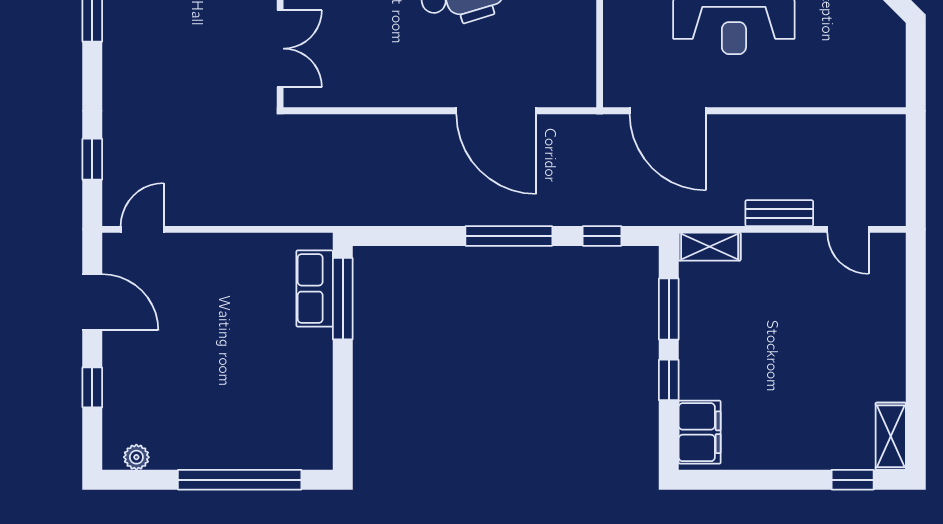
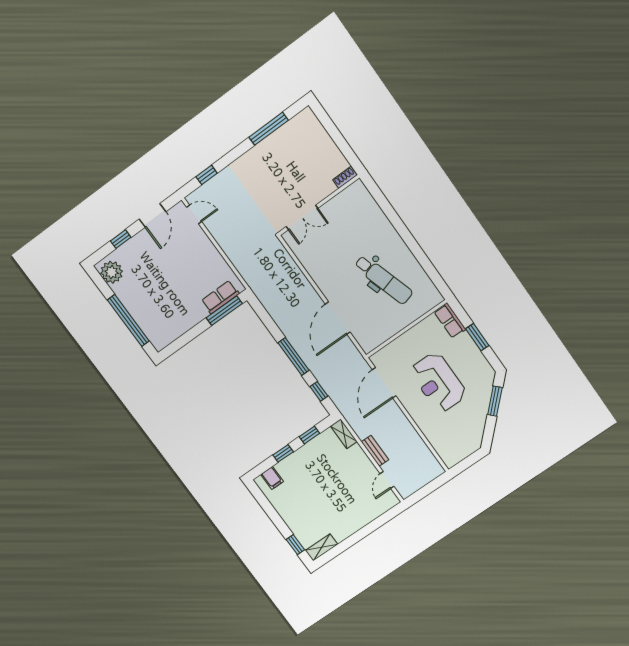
window: (669, 309) -> (309, 435), width x0.67
filing cabinet: (700, 432) -> (272, 478), width x0.50
plant: (136, 457) -> (112, 272), width x1.88, depth x1.88

